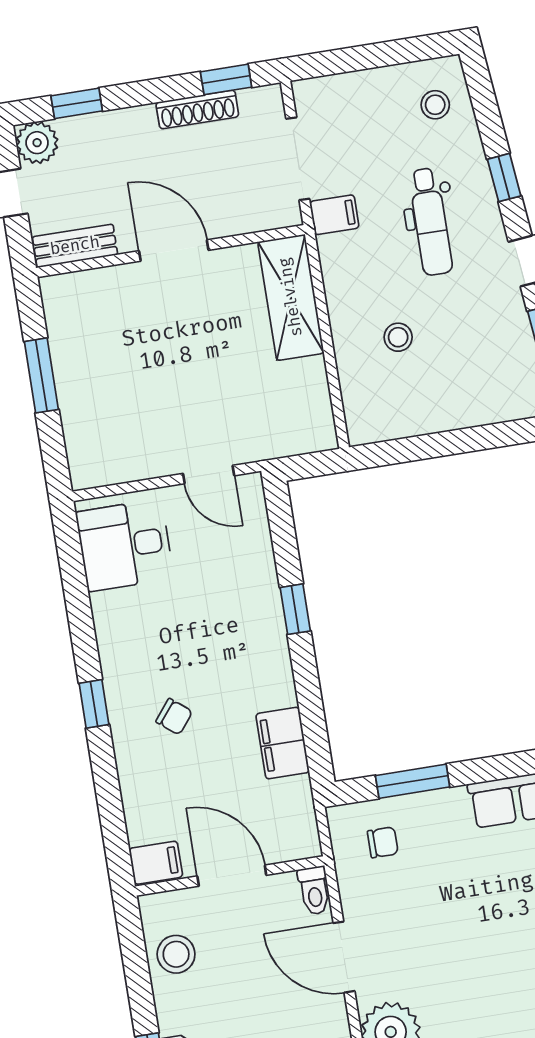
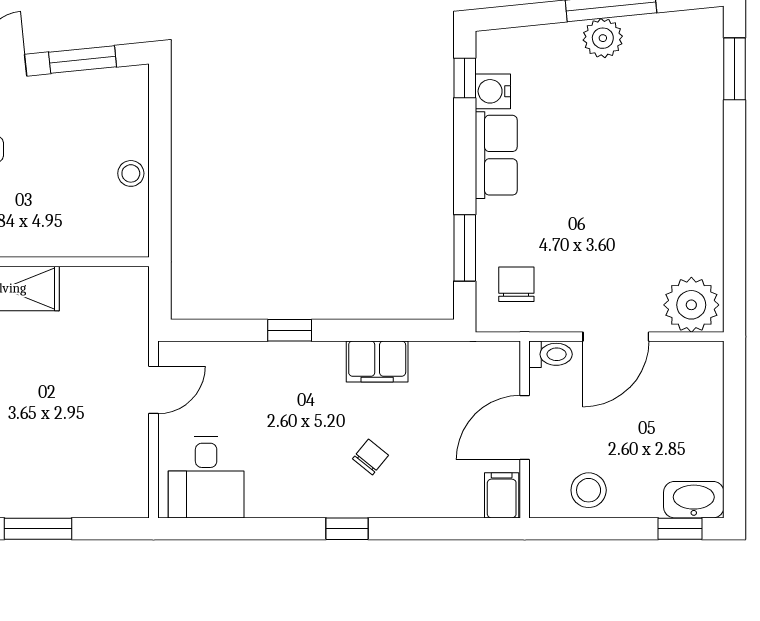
stool: (398, 337) -> (131, 173), moved
filing cabinet: (283, 743) -> (377, 362), moved
chair: (383, 842) -> (516, 284), width x1.37, depth x1.37

